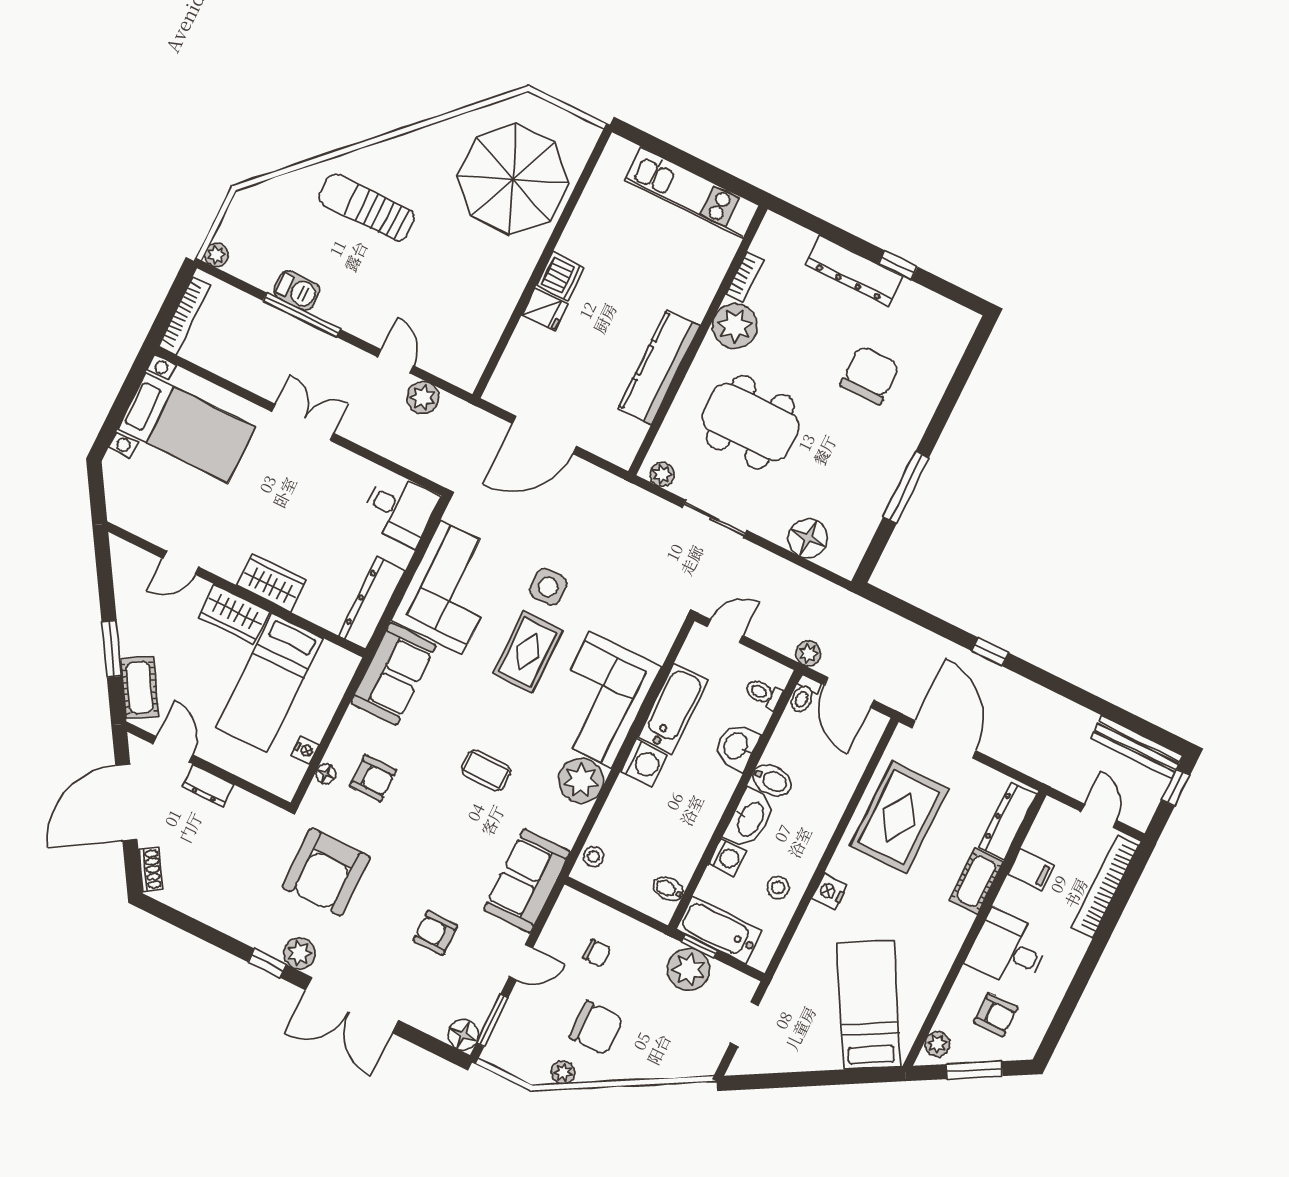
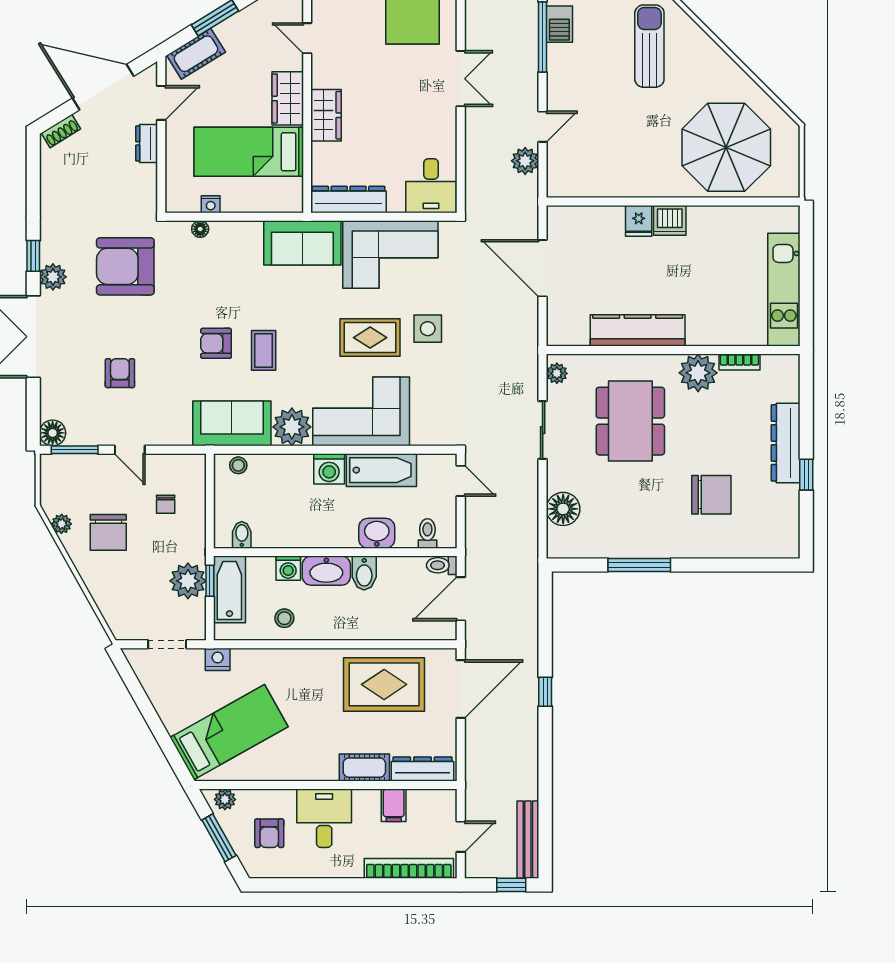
plant: (808, 653) -> (475, 553), removed
armchair: (373, 778) -> (216, 343), moved, turned 90
sofa: (527, 881) -> (232, 423), moved
nightstand: (829, 892) -> (218, 659), moved

